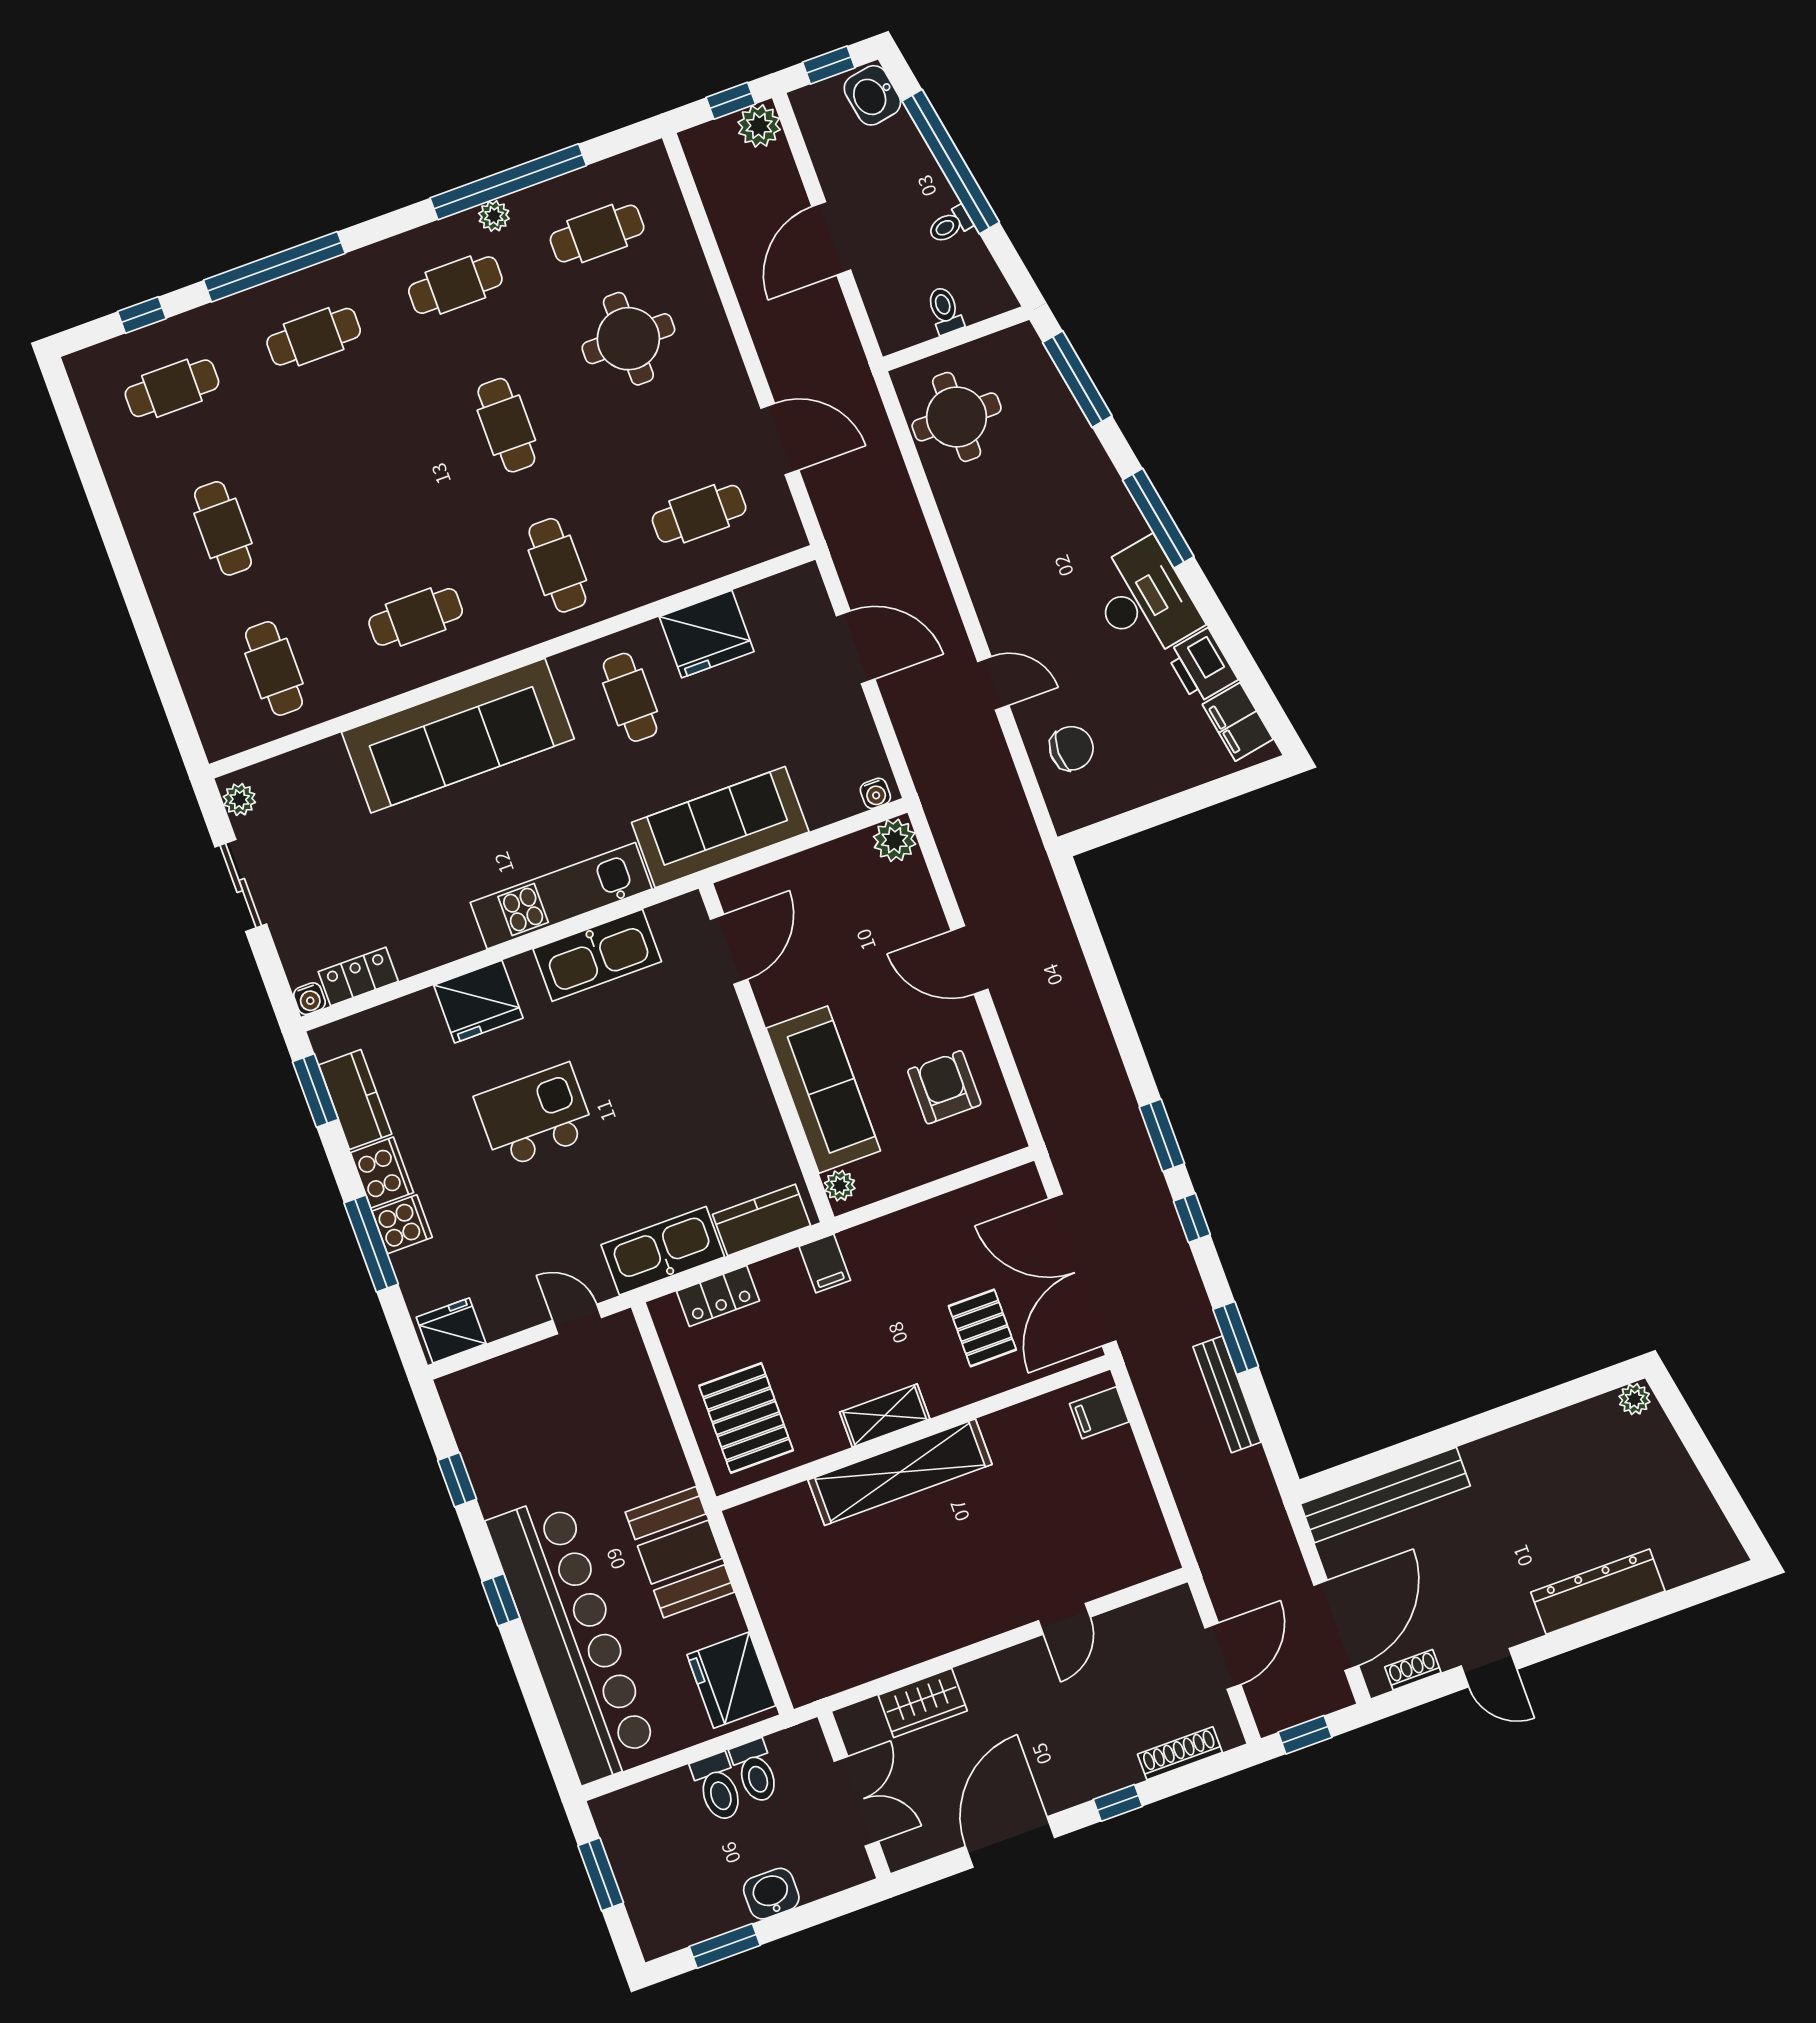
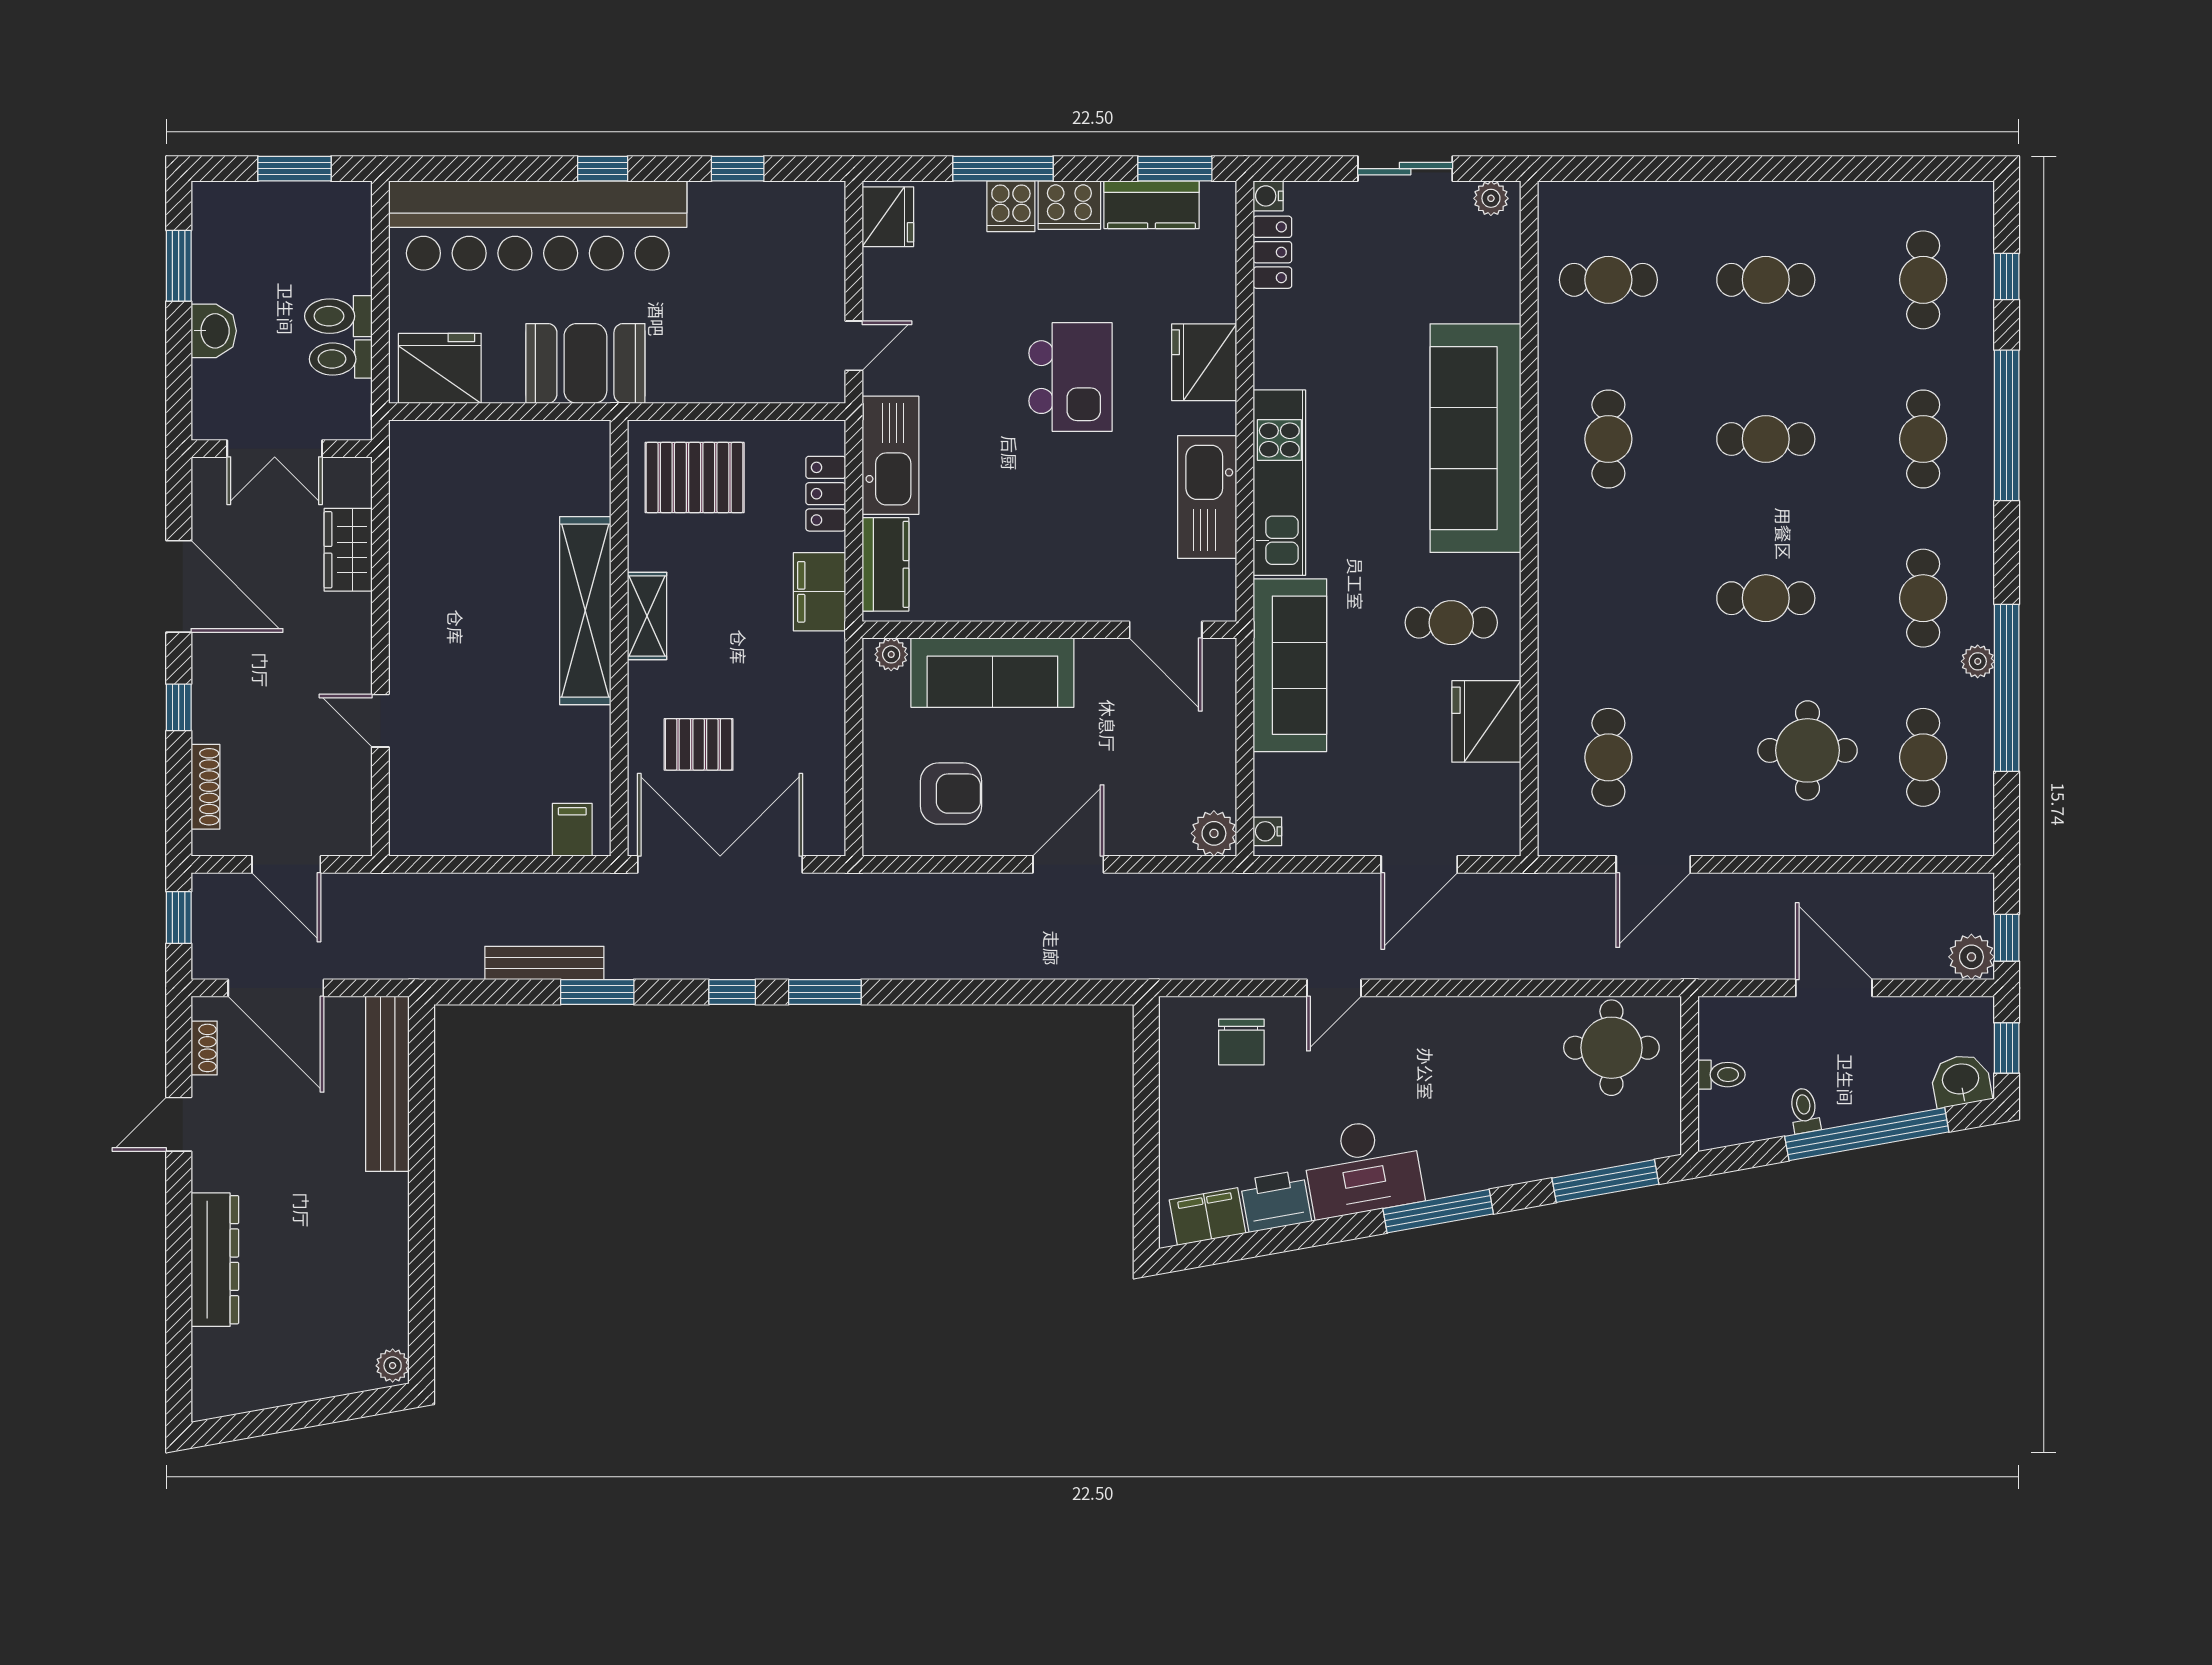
cafe table: (557, 565) -> (1766, 439), moved
filing cabinet: (825, 1263) -> (820, 592), width x2.00

